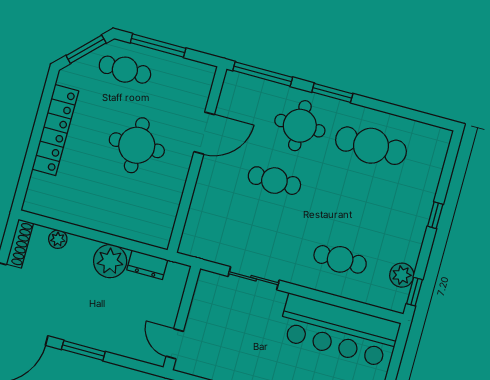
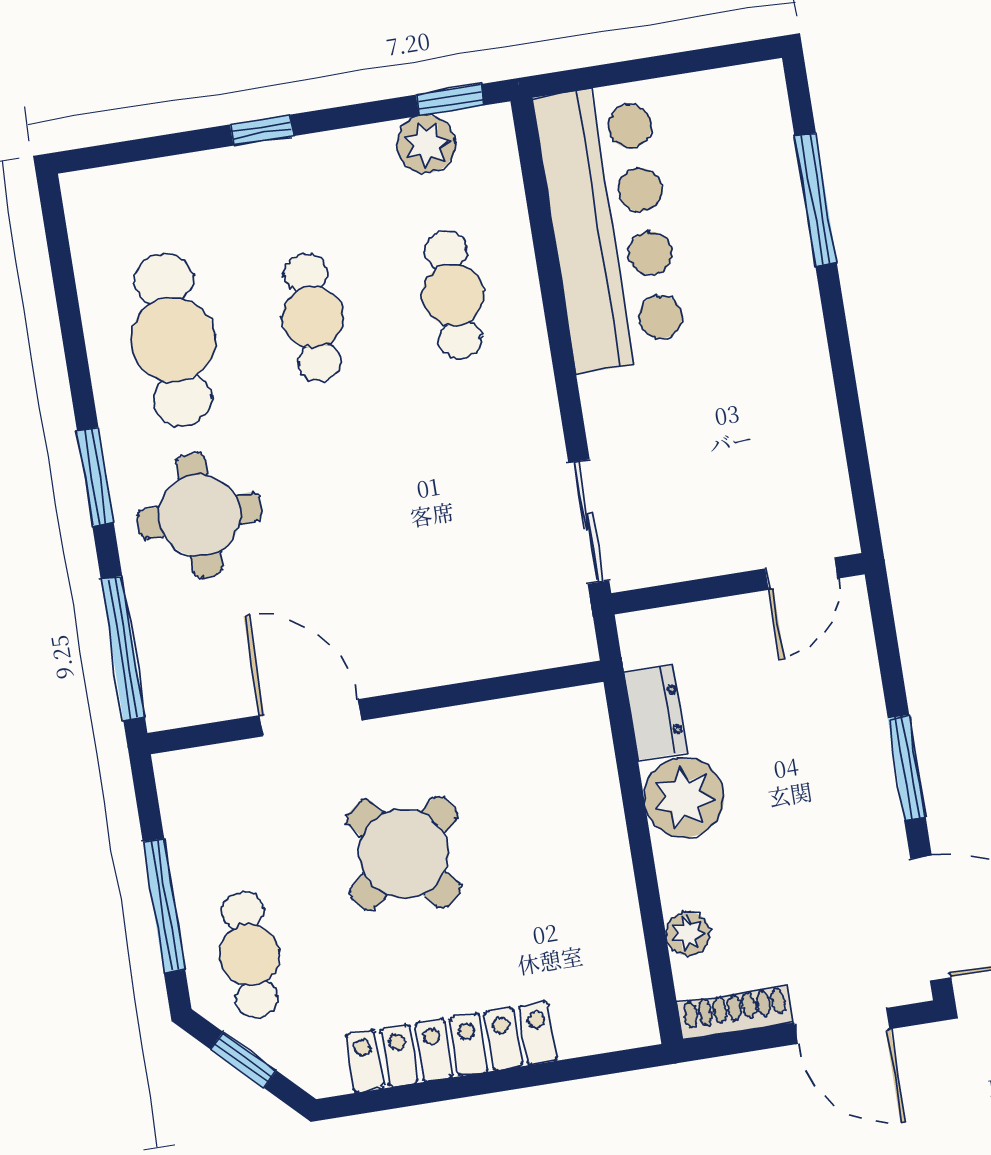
window: (86, 49) -> (243, 1060), width x0.67
round table: (137, 145) -> (404, 854), turned -38
cafe table: (274, 181) -> (313, 317), moved
sliding door: (254, 278) -> (589, 522), moved

